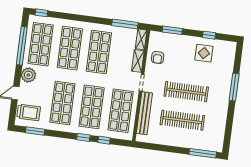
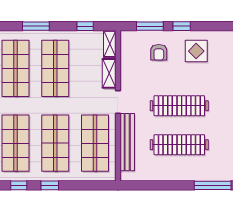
window: (89, 19) -> (36, 26), added
window: (125, 24) -> (85, 26), width x0.46
window: (209, 35) -> (182, 26), moved
armchair: (158, 57) -> (159, 52), moved
window: (104, 140) -> (19, 185), moved

